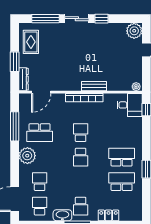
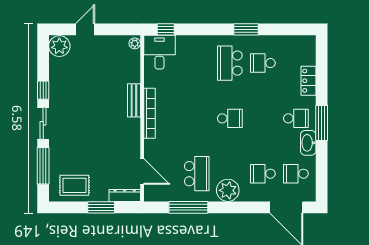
school desk: (81, 133) -> (197, 118), removed
school desk: (122, 182) -> (263, 63), width x0.54

